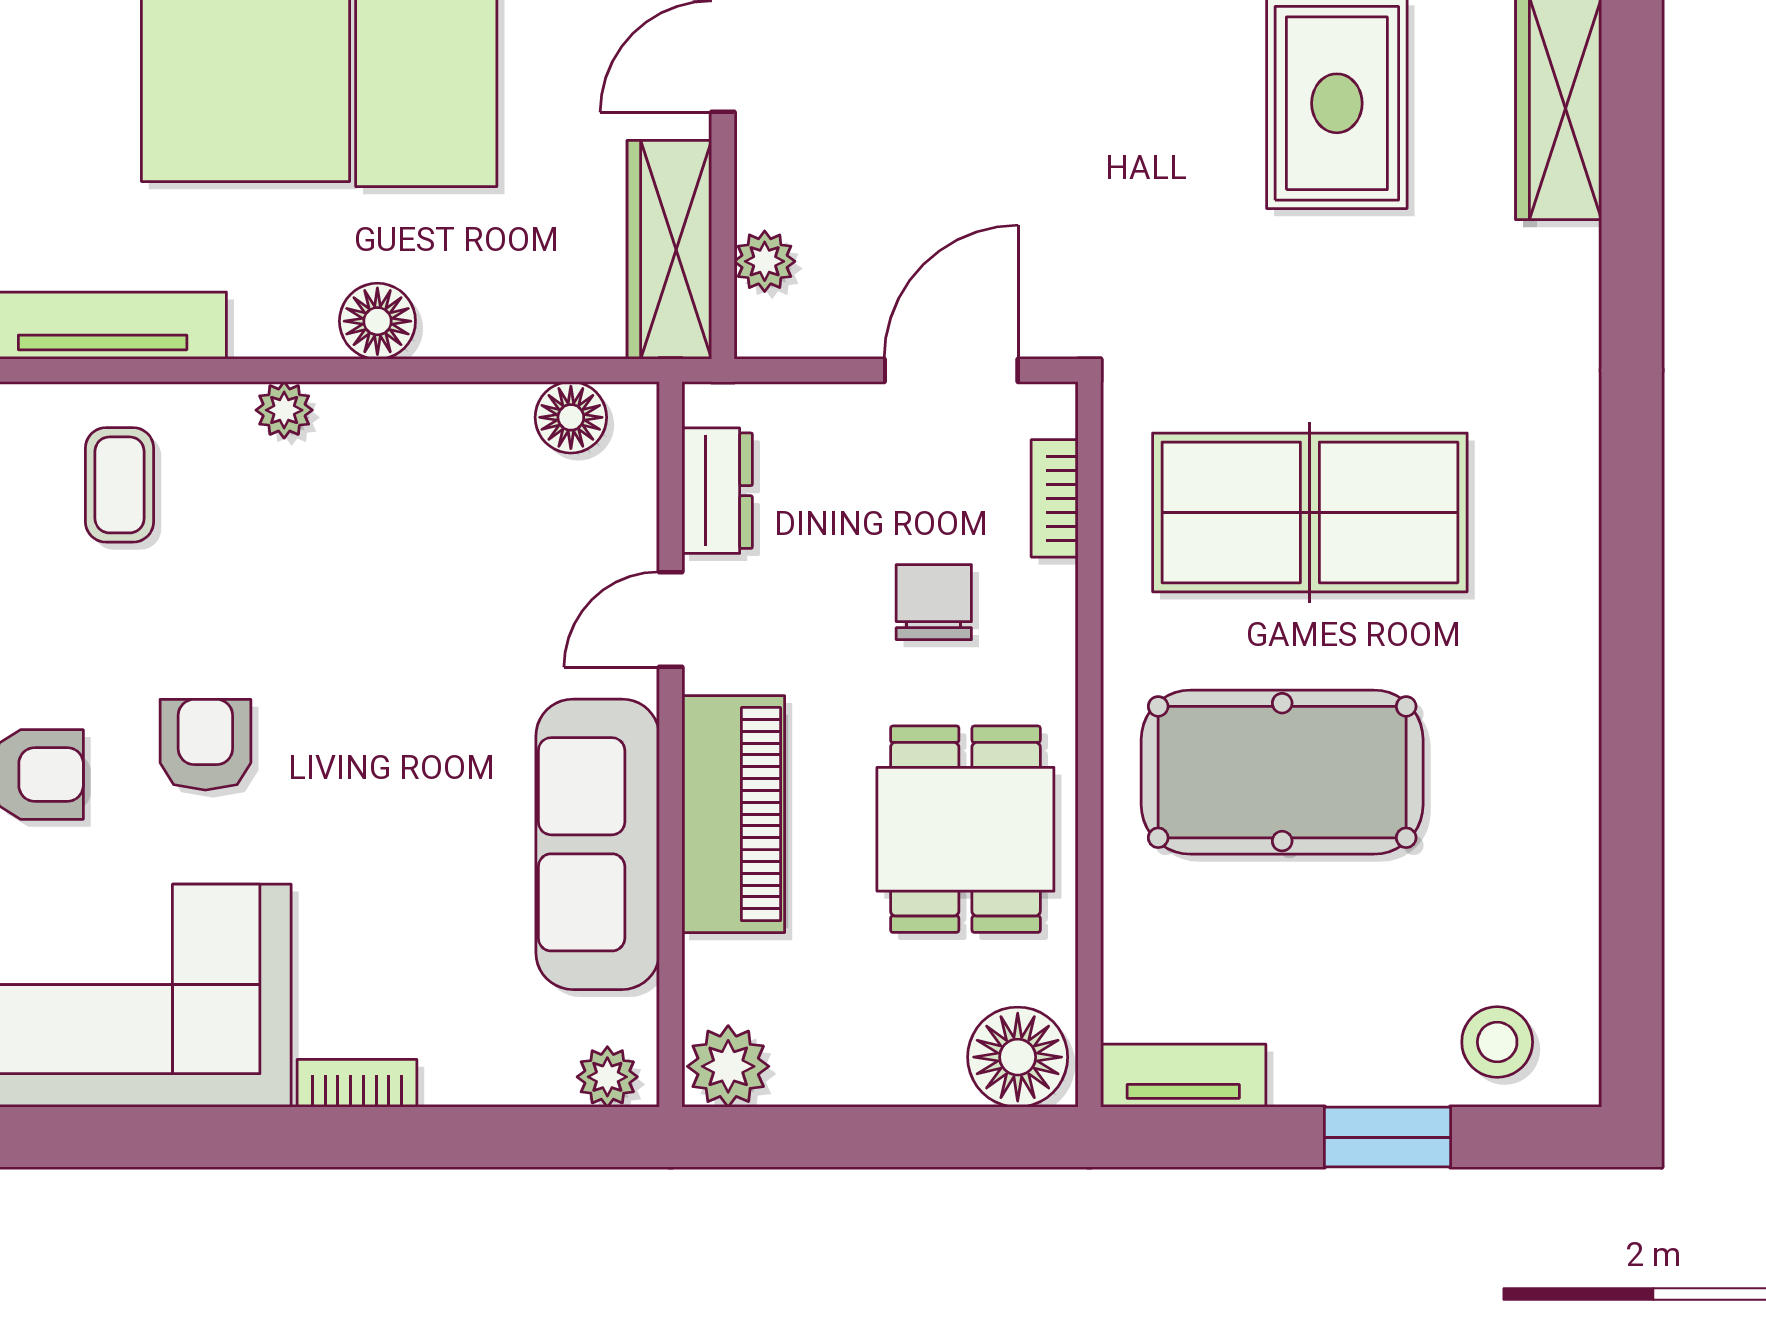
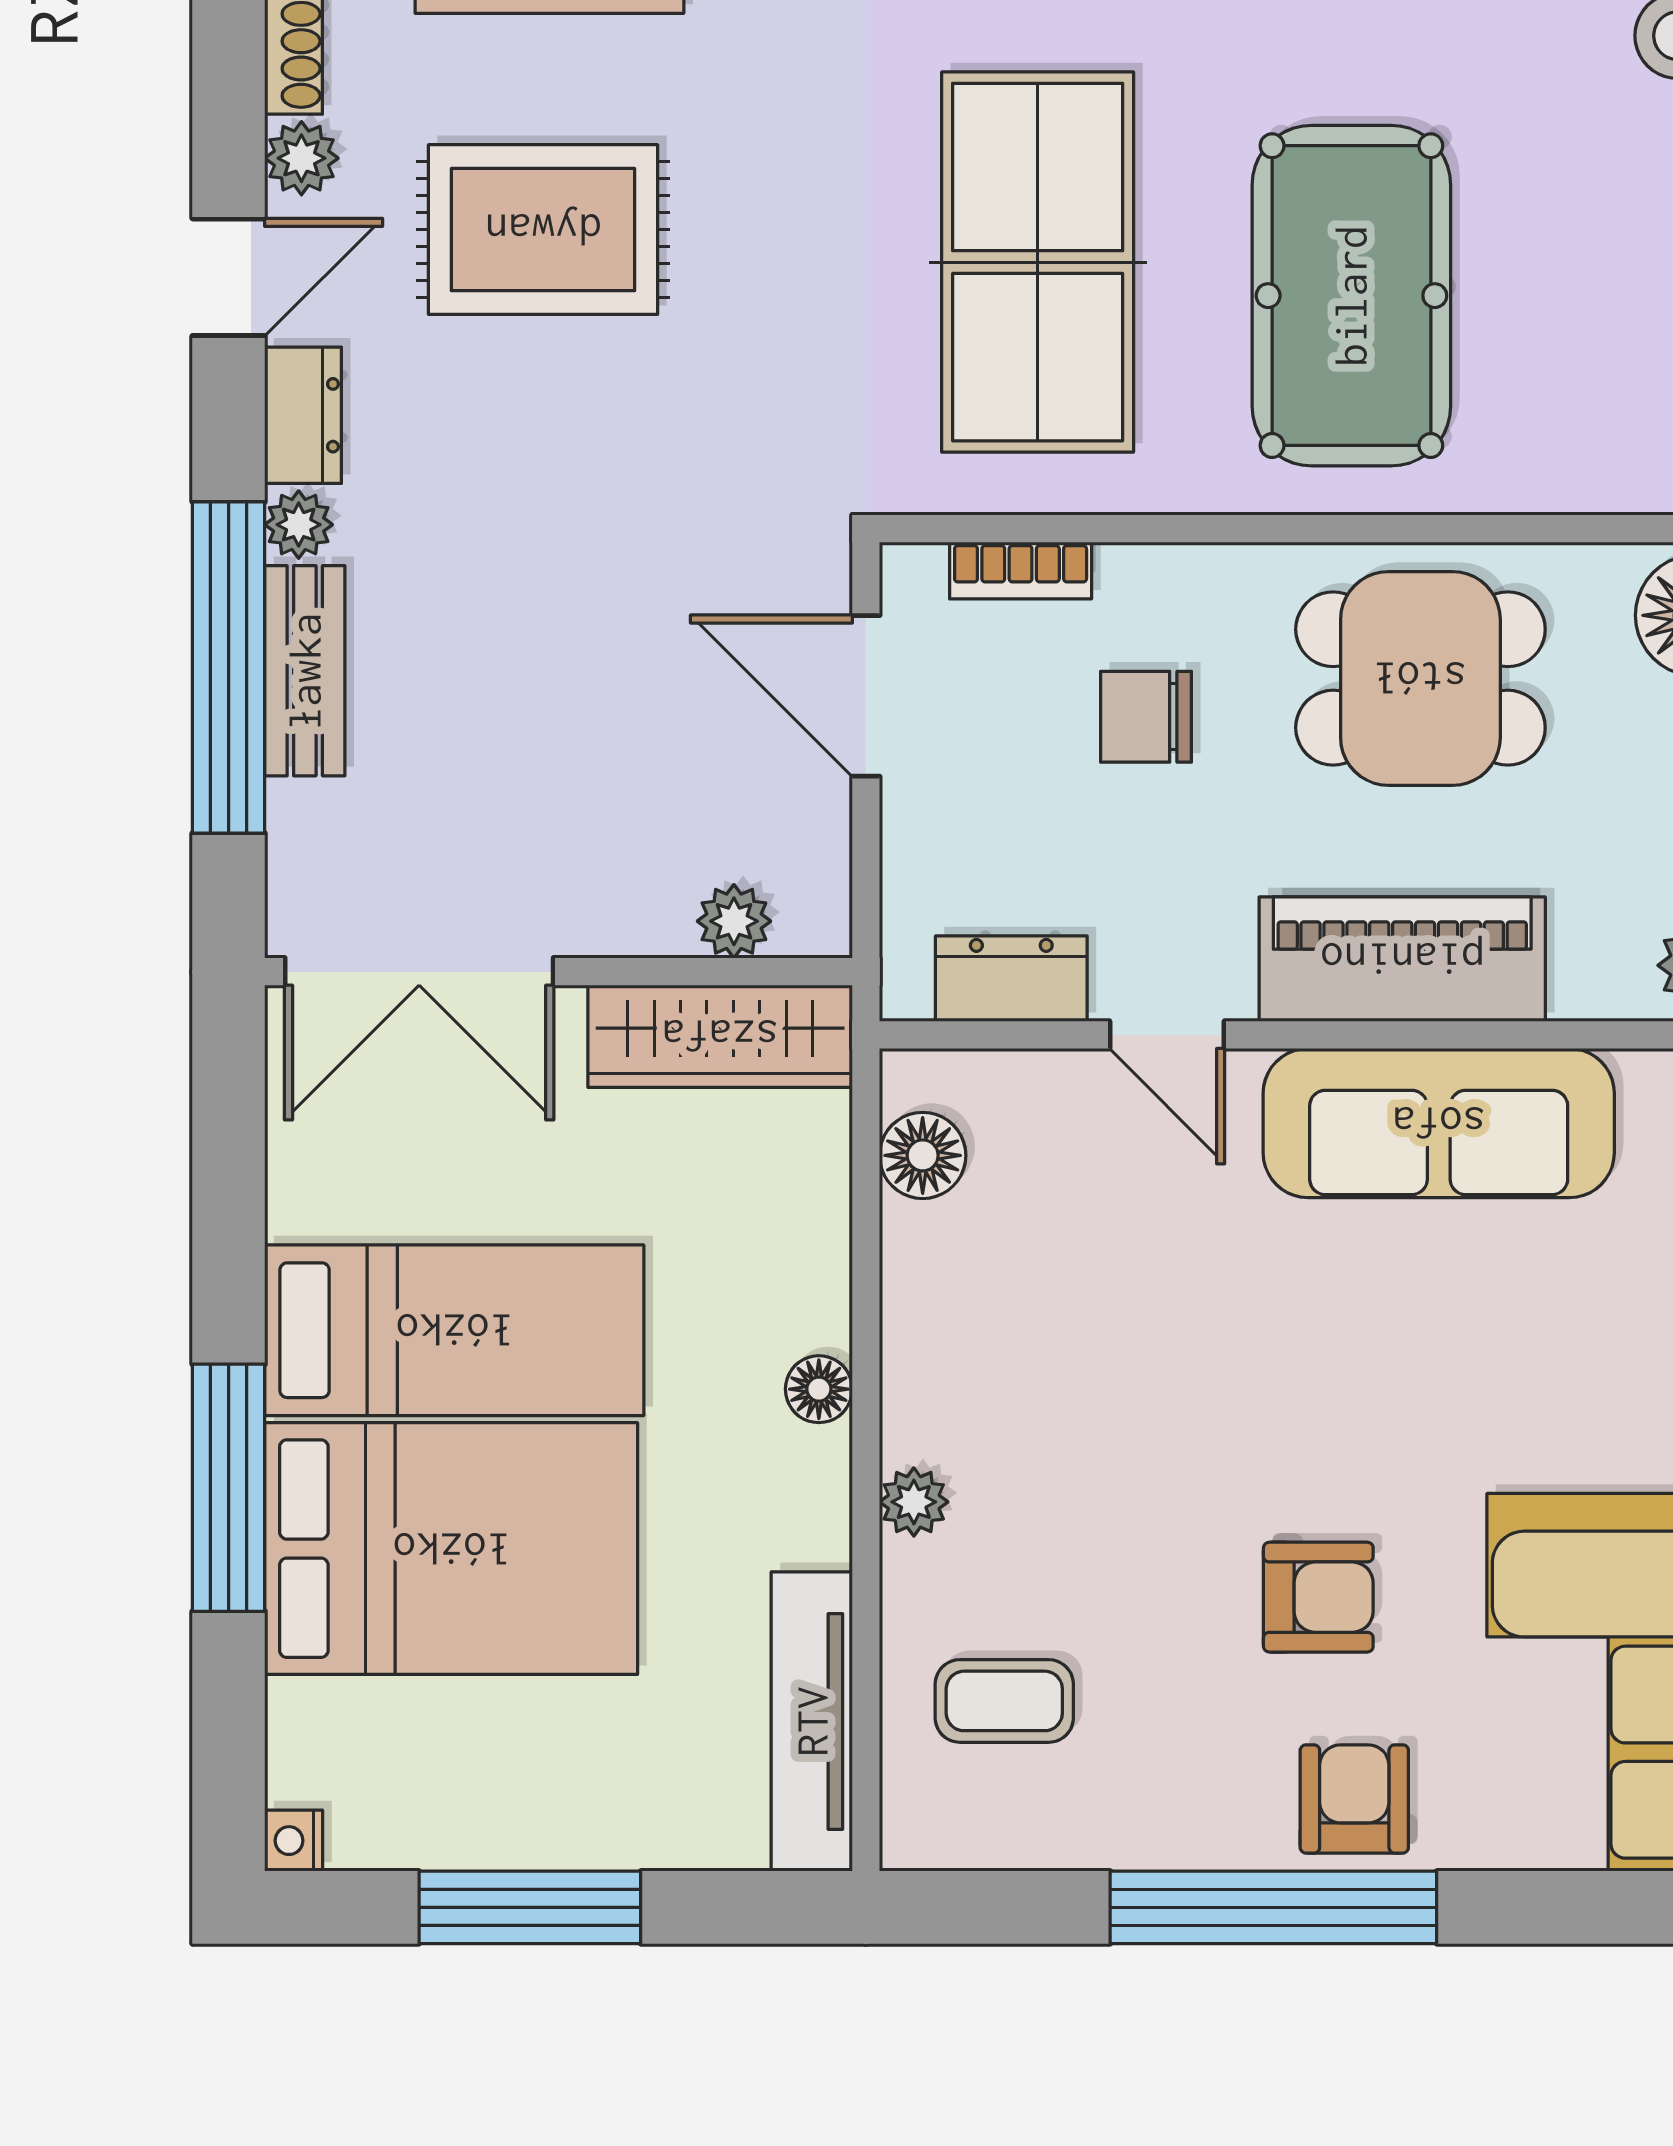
floor lamp: (377, 321) -> (819, 1389), width x0.73, depth x0.73
armchair: (205, 745) -> (1318, 1597), turned 180

